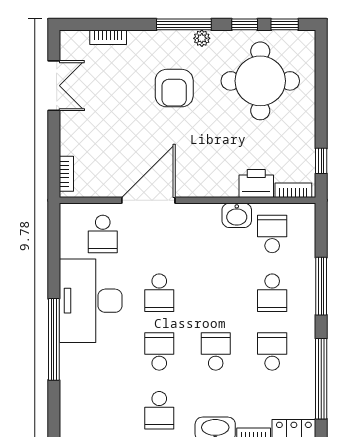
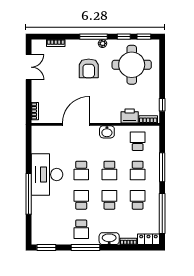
washbasin: (237, 215) -> (107, 132), moved
school desk: (103, 234) -> (109, 171), moved

